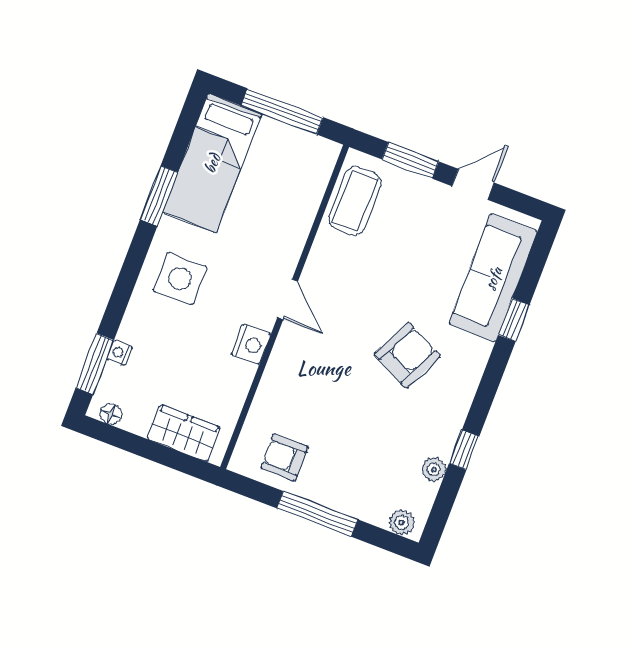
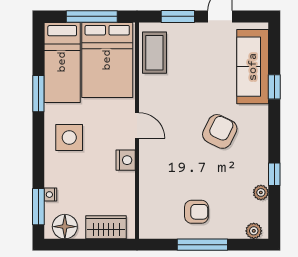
bed: (281, 185) -> (107, 60), added
floor lamp: (111, 414) -> (65, 227), width x1.89, depth x1.89
armchair: (284, 458) -> (196, 212), moved, turned 180

